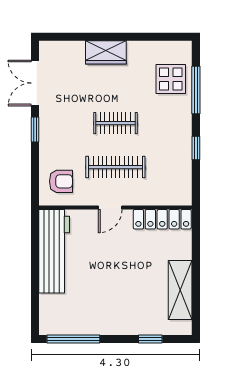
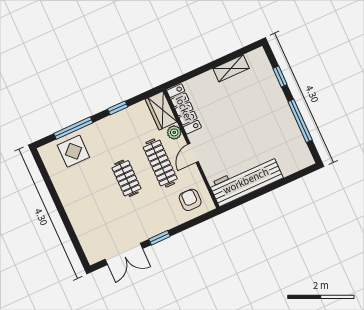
wardrobe: (106, 52) -> (161, 111), moved, turned 180
plant: (142, 197) -> (174, 132), added
door: (110, 207) -> (193, 153), swing flipped
shelving: (180, 290) -> (231, 68), width x0.67, depth x0.75
window: (73, 339) -> (300, 121), moved

